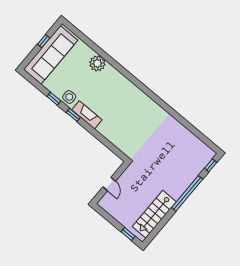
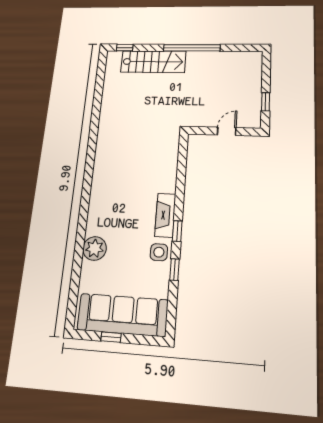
window: (187, 193) -> (192, 48), moved
stairs: (154, 214) -> (153, 62), moved
window: (128, 234) -> (266, 102), moved

